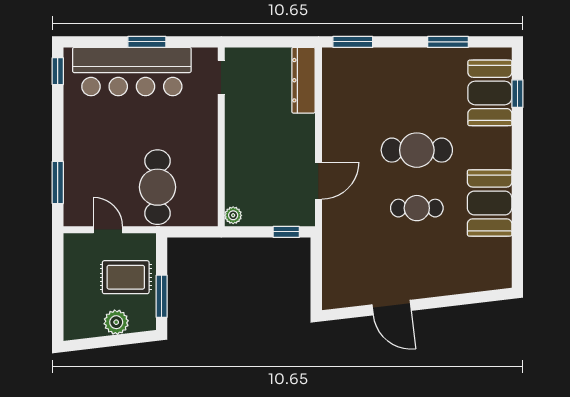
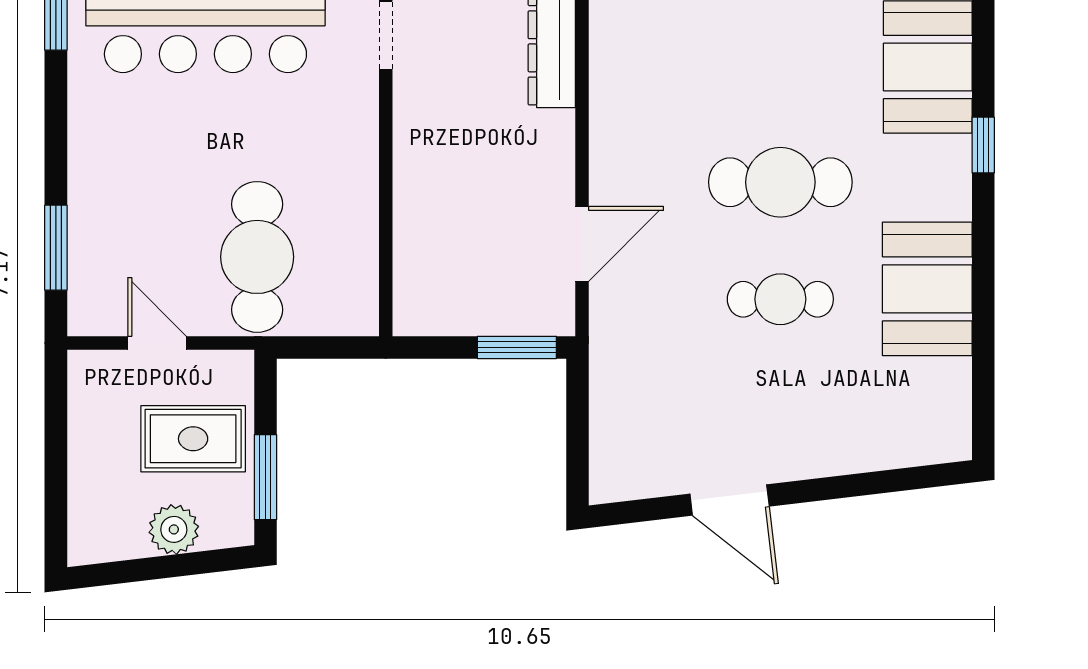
window: (517, 94) -> (983, 145), moved
plant: (233, 215) -> (410, 314), removed
window: (286, 232) -> (517, 347), width x1.50

